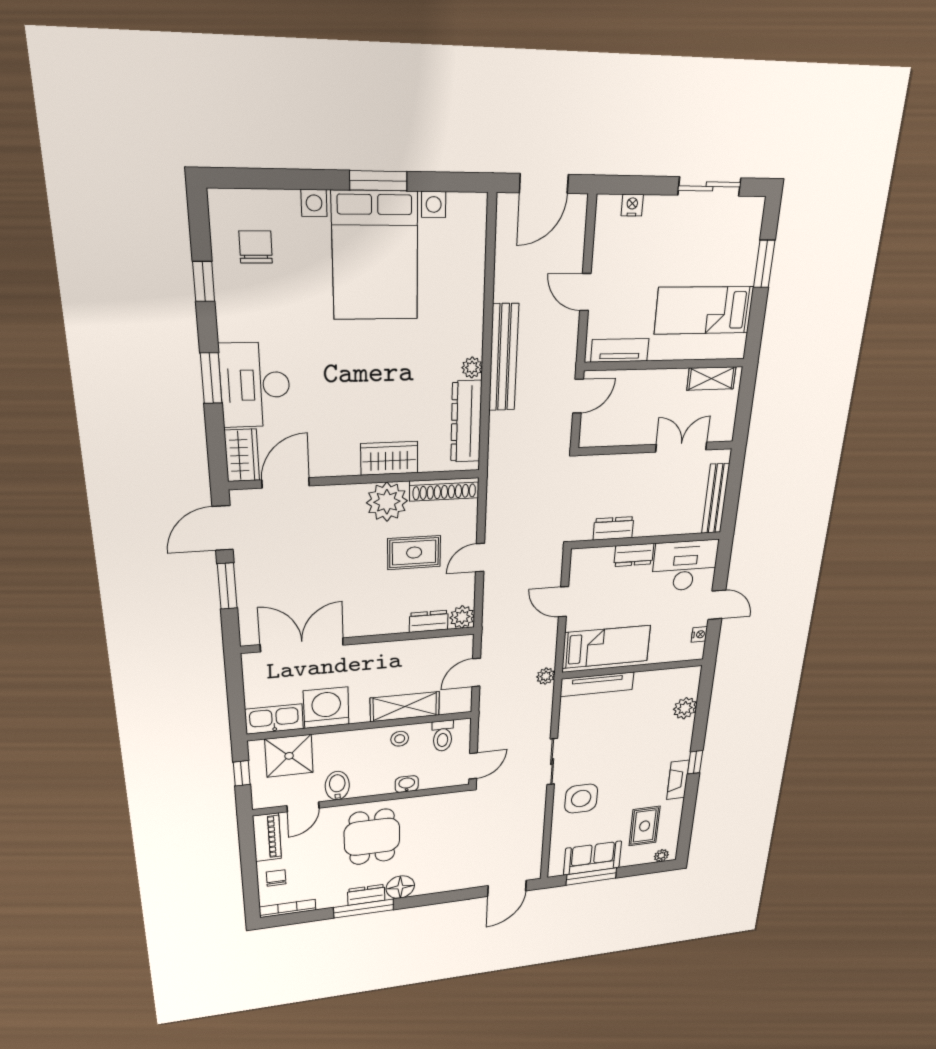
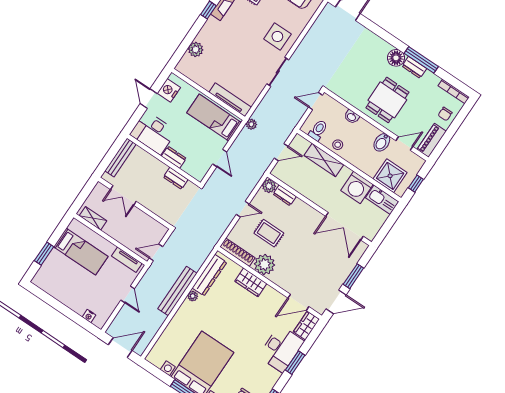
sliding door: (709, 186) -> (52, 302), removed
nightstand: (699, 634) -> (169, 90), width x1.89, depth x1.79

